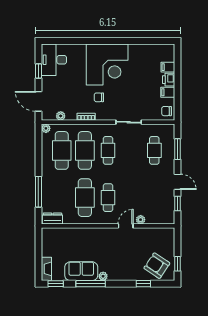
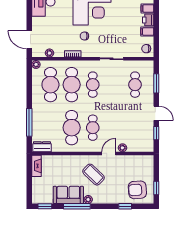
window: (38, 71) -> (29, 12), removed
coffee table: (109, 249) -> (94, 175), added
armchair: (157, 266) -> (137, 190), turned -38
fireplace: (46, 269) -> (37, 166), moved

